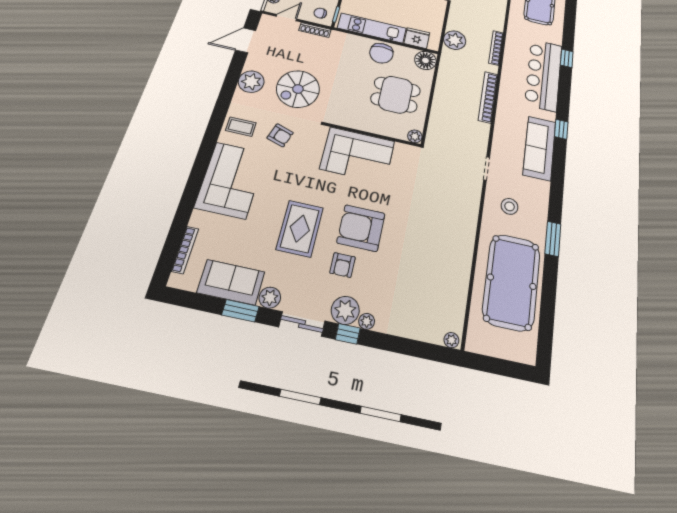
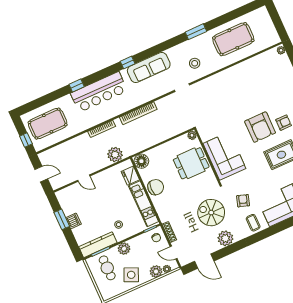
spiral stairs: (298, 89) -> (211, 213), turned 180
dining table: (396, 95) -> (191, 163), moved, turned 90
pool table: (512, 282) -> (233, 39), width x0.73, depth x0.76

